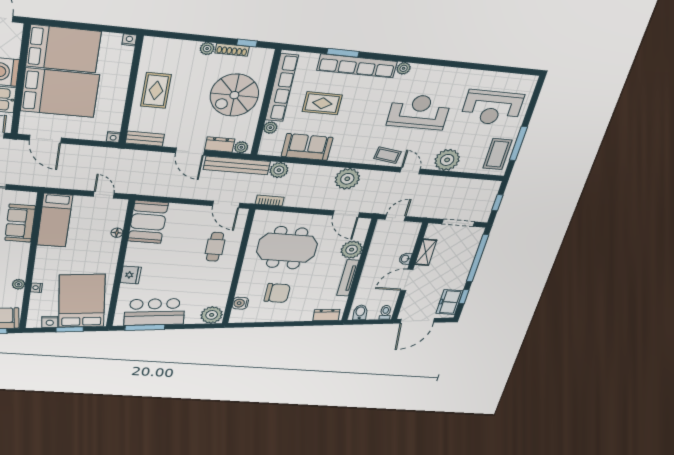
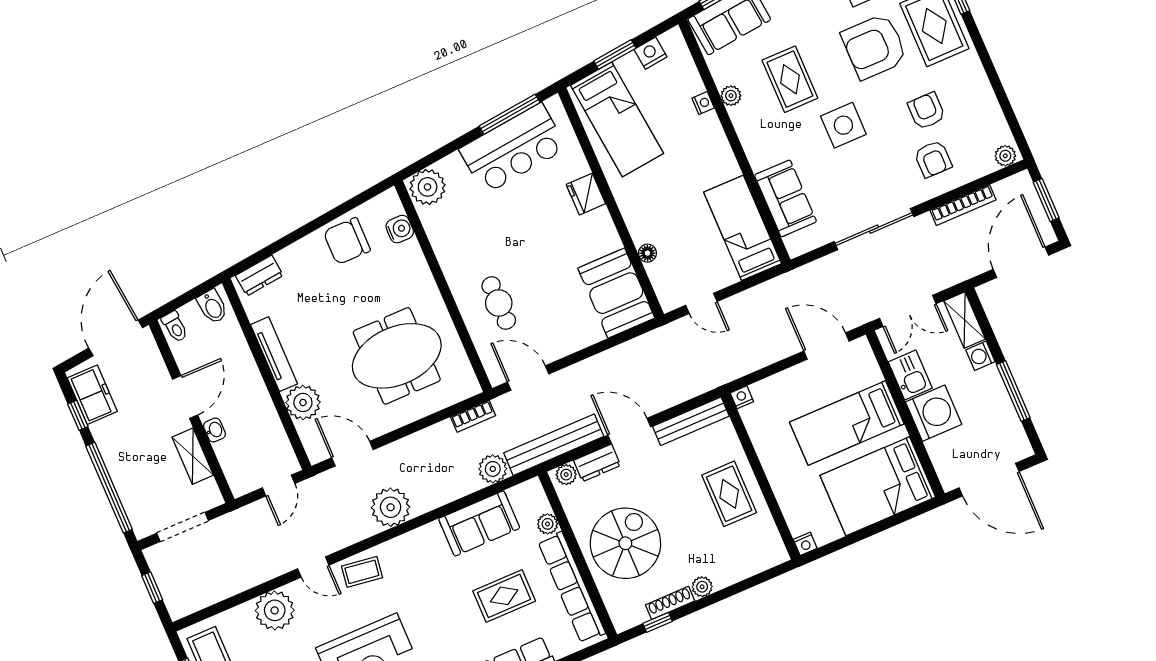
bed: (60, 93) -> (847, 423), width x0.67
bench: (145, 139) -> (691, 421), width x1.36
chair: (277, 293) -> (347, 241), moved
bed: (82, 301) -> (617, 119), width x0.67

